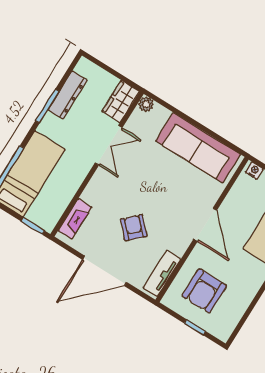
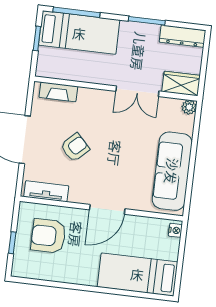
dresser: (68, 95) -> (182, 36), moved
window: (33, 226) -> (37, 38), moved

